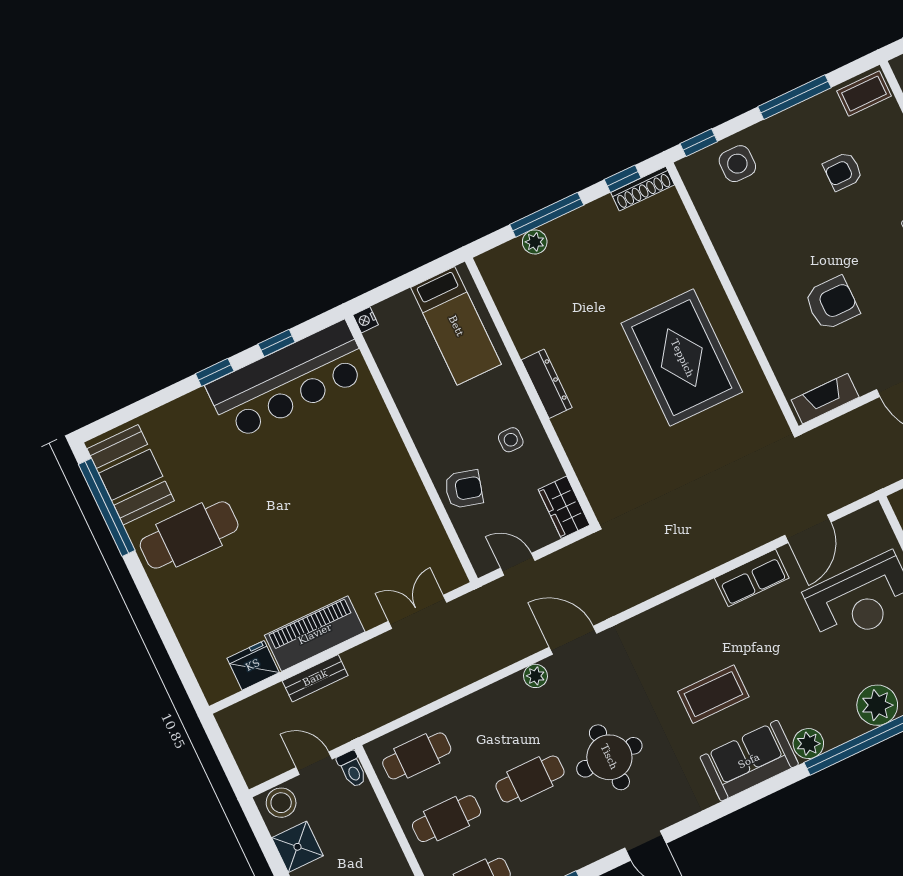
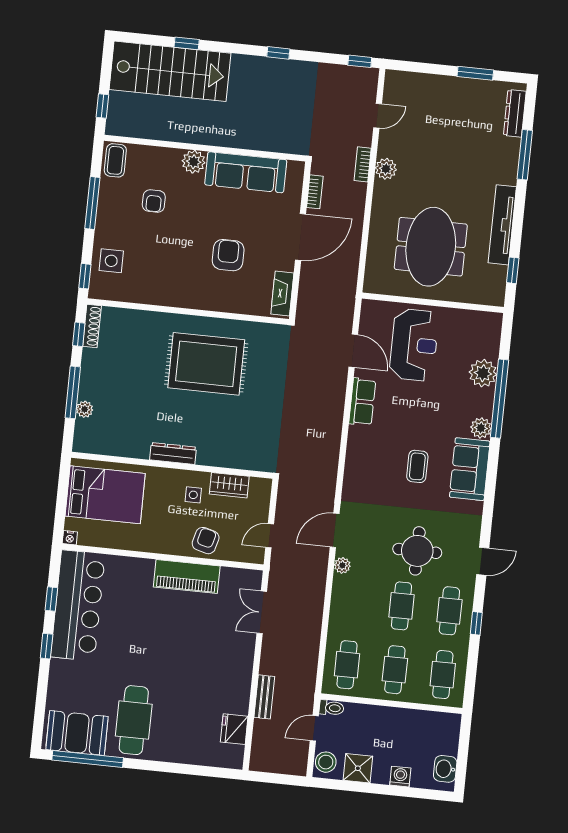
bed: (456, 326) -> (105, 495), width x1.50
wardrobe: (564, 507) -> (229, 485), moved
piano: (315, 634) -> (187, 577), moved, turned -90
coffee table: (713, 694) -> (417, 466), width x0.73, depth x0.77
cafe table: (560, 842) -> (449, 611), added

